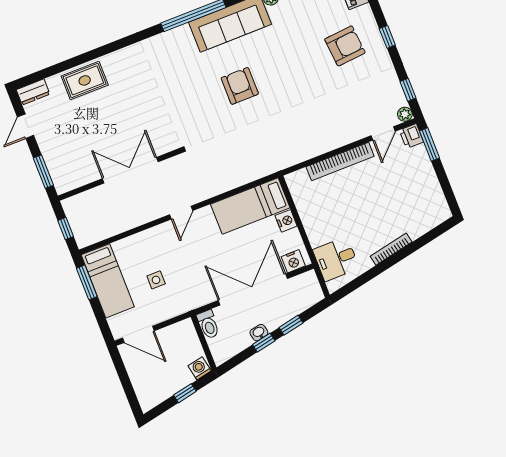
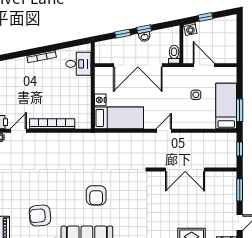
armchair: (345, 46) -> (40, 216), moved
nightstand: (293, 261) -> (106, 73), removed
door: (138, 334) -> (204, 65), moved

